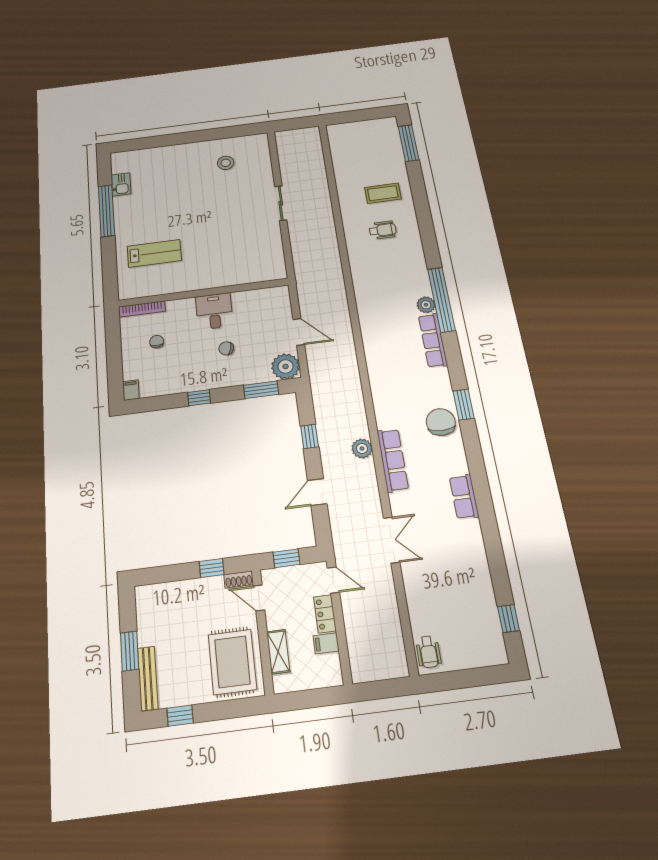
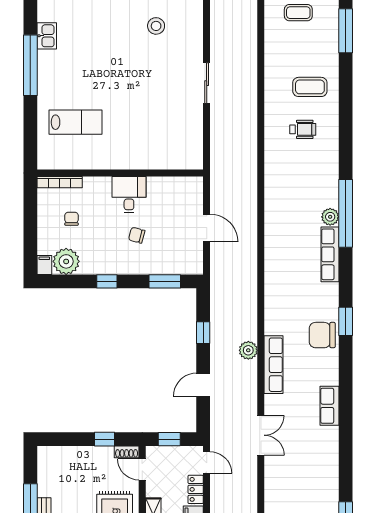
coffee table: (360, 135) -> (298, 13), added
plant: (286, 366) -> (66, 261), moved
chair: (441, 422) -> (322, 335), turned -90

